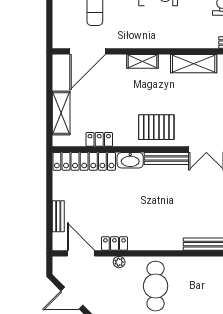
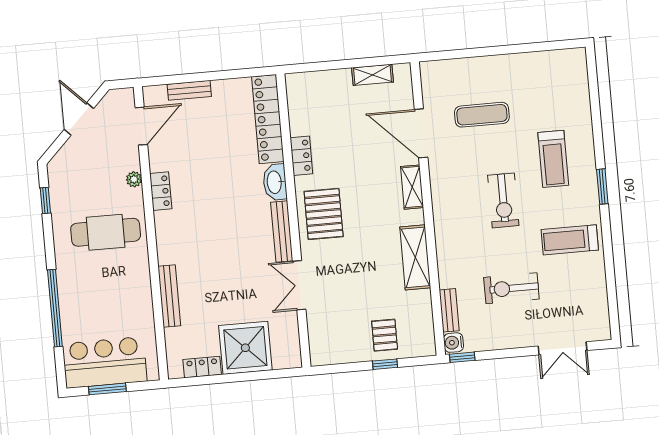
door: (88, 51) -> (421, 133), moved
shelving: (61, 113) -> (373, 75), moved, width x0.67, depth x0.75
locker: (99, 139) -> (301, 156), moved
locker: (114, 243) -> (161, 191), moved

